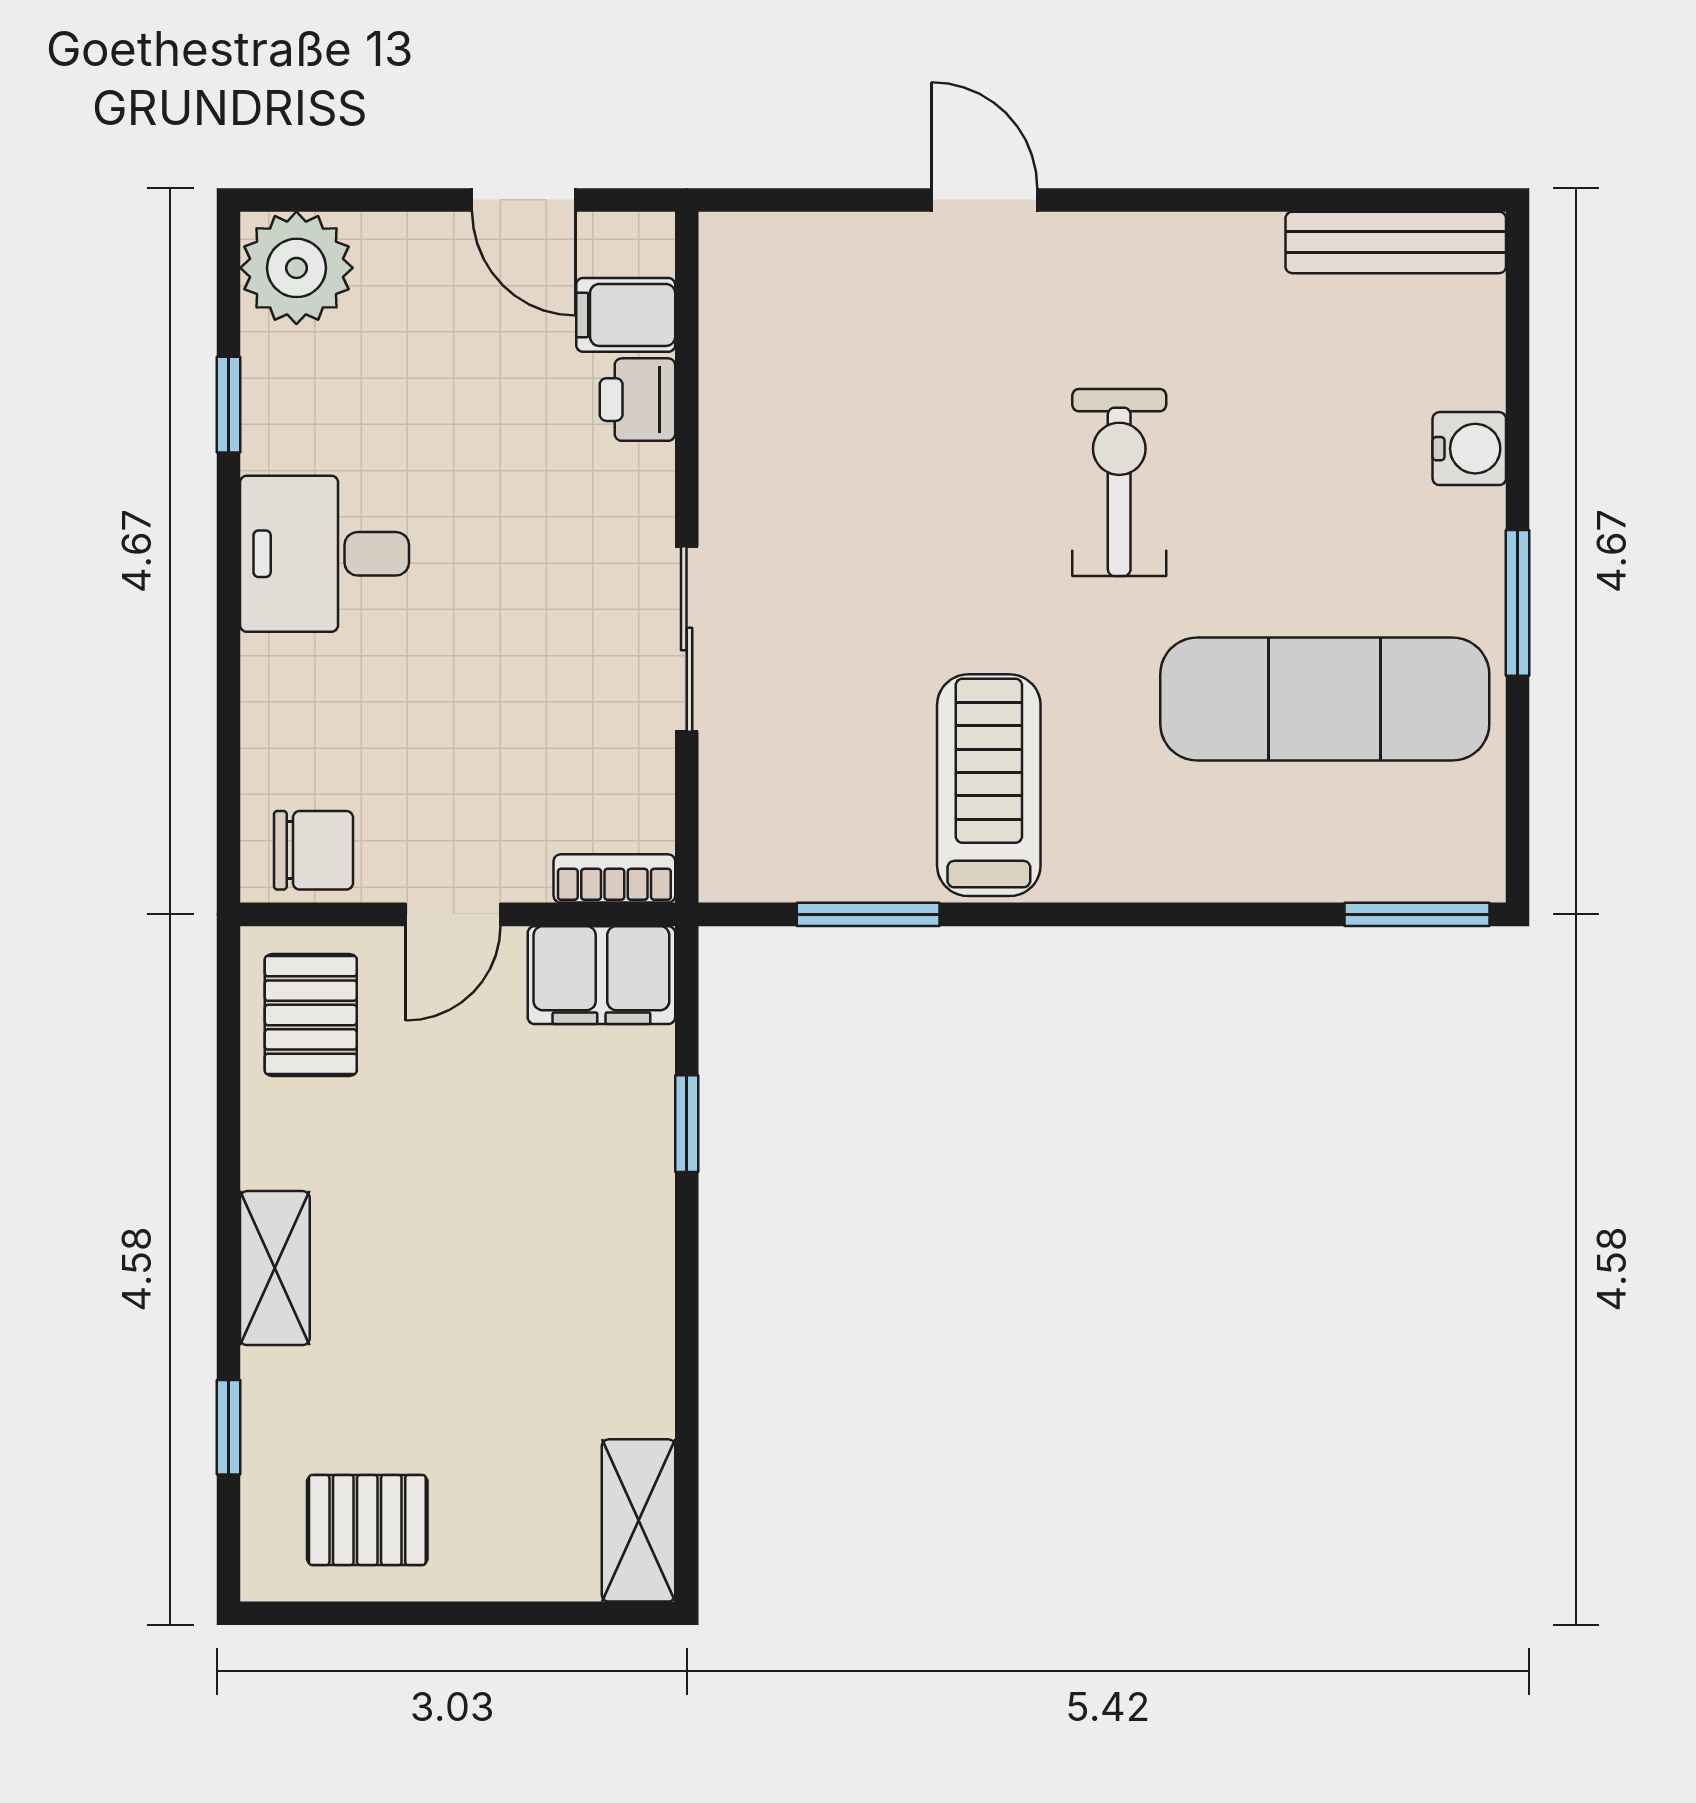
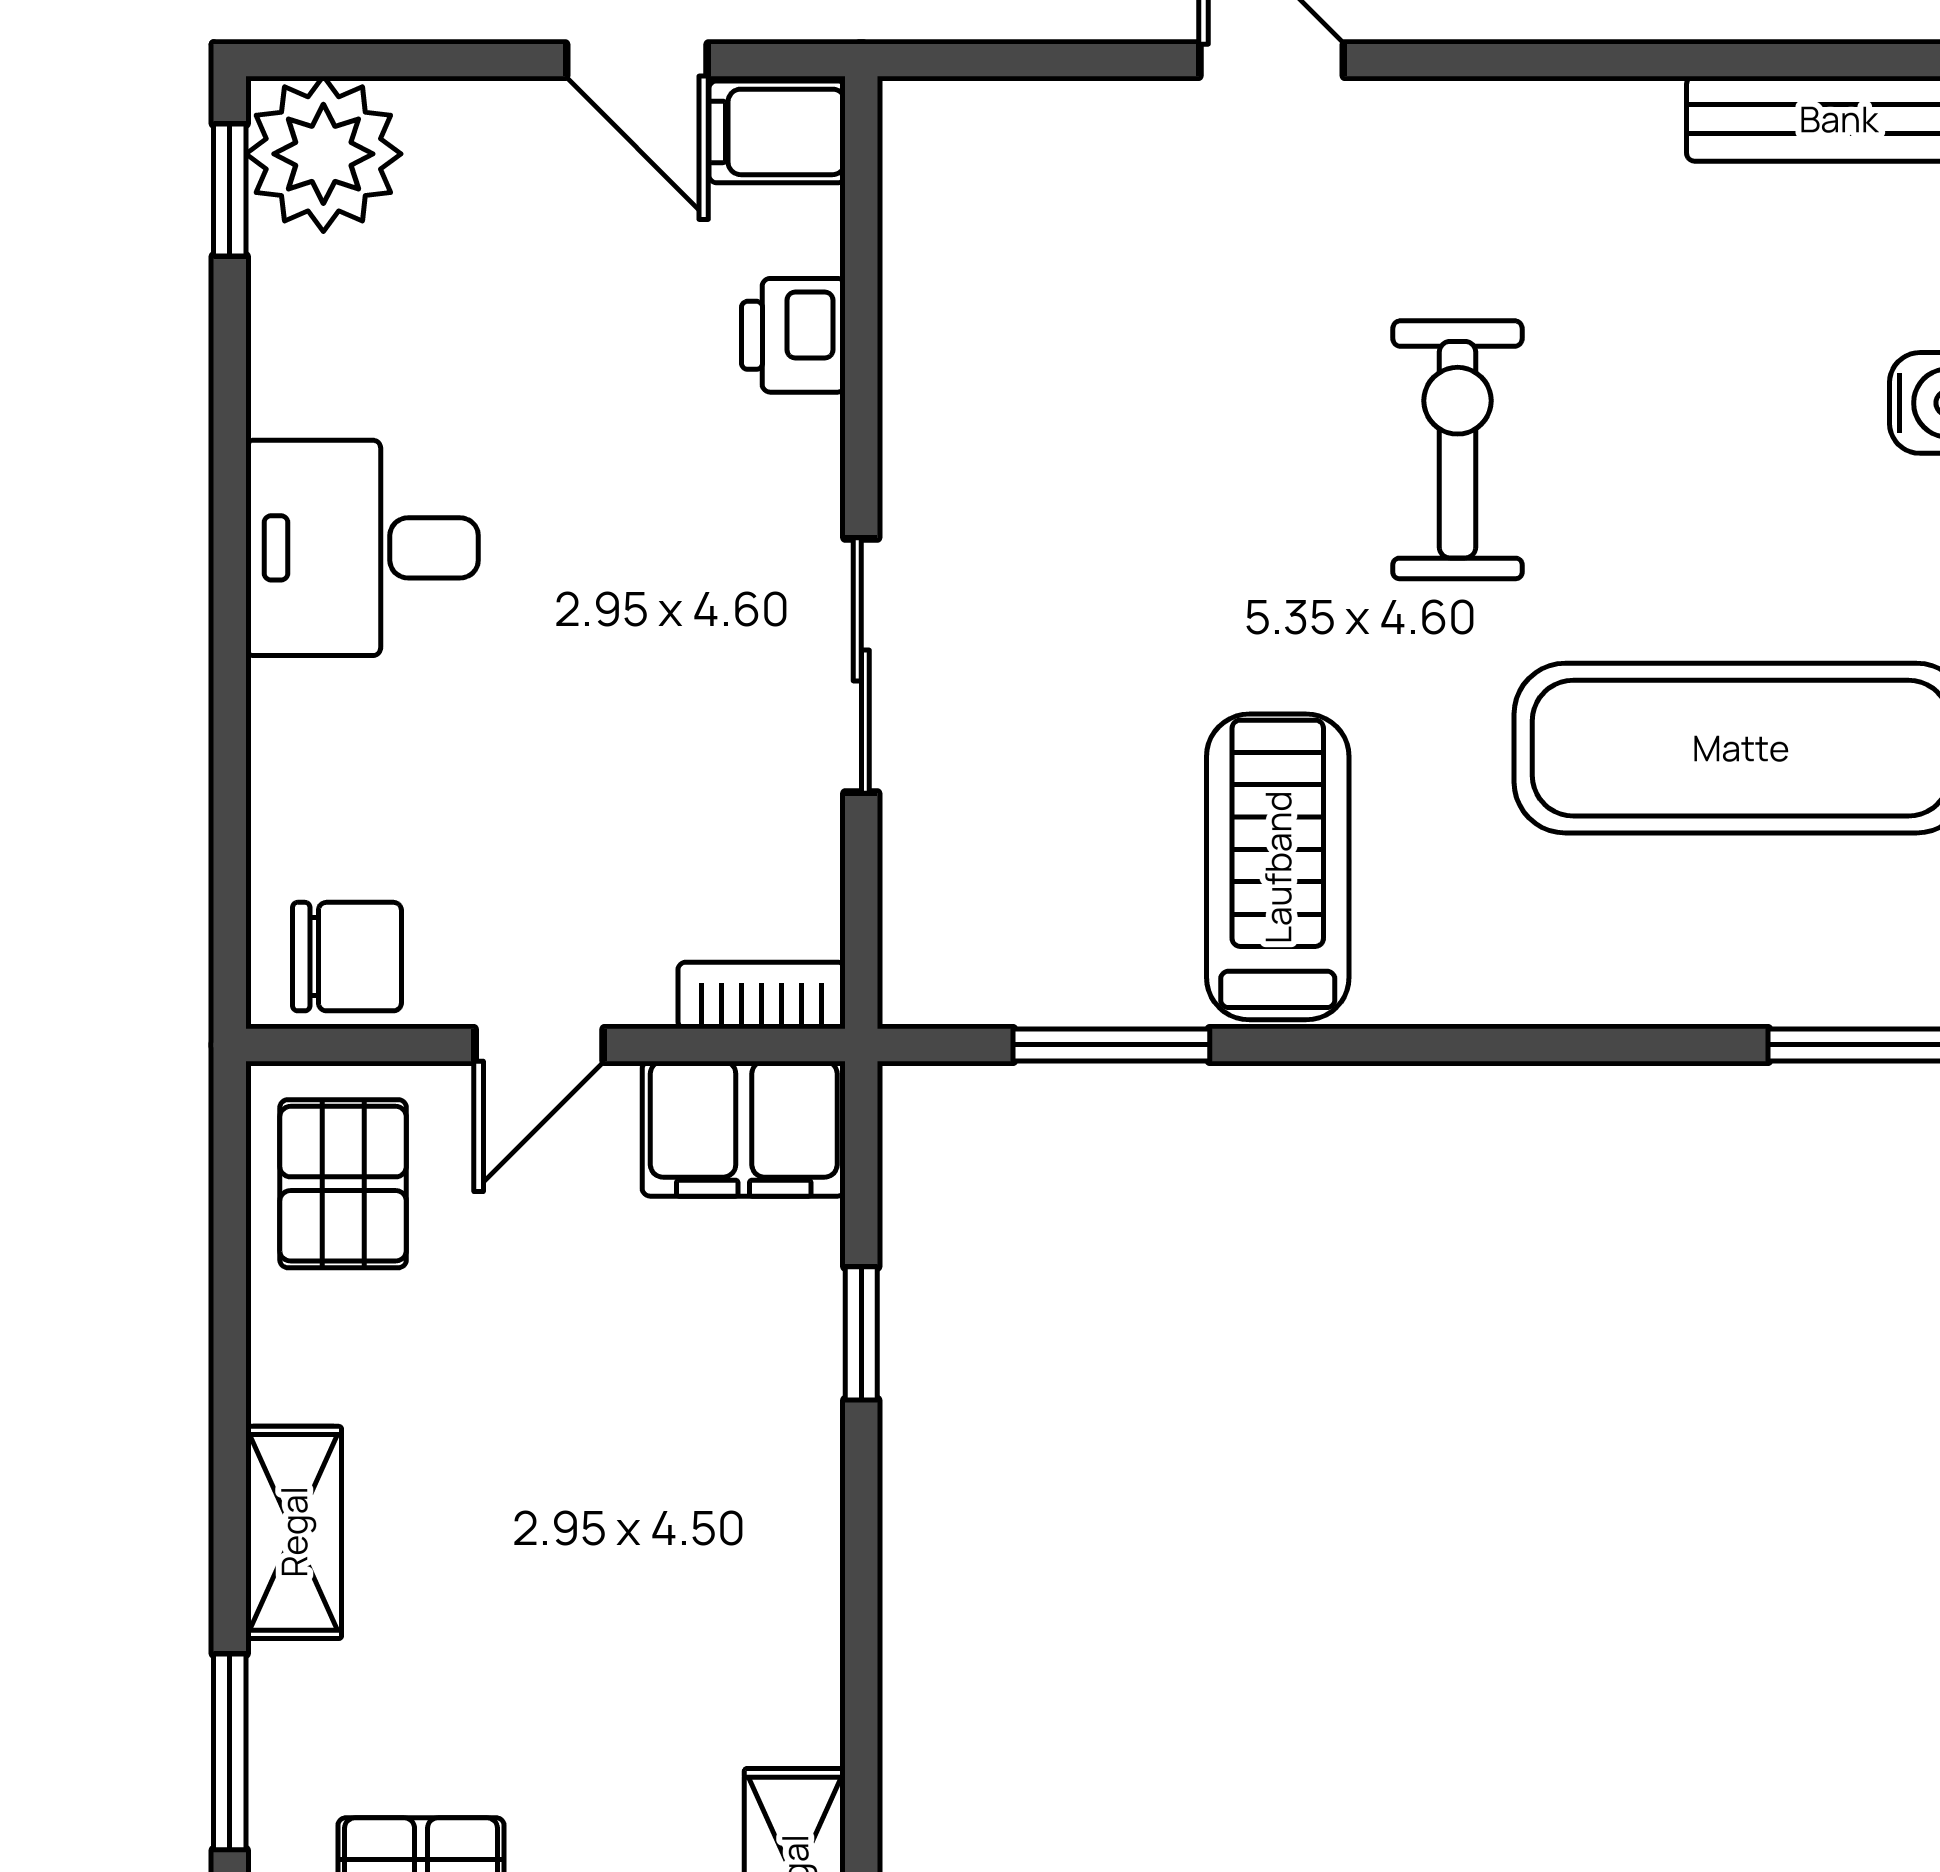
filing cabinet: (626, 315) -> (777, 132), moved
window: (229, 405) -> (230, 190), moved
window: (229, 1427) -> (230, 1752), width x1.50

